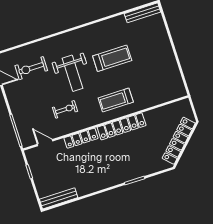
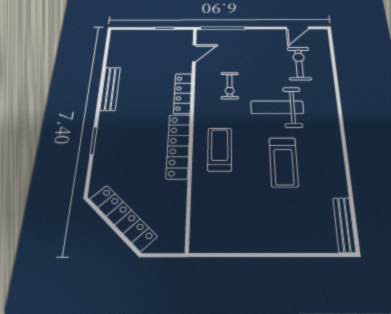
bench: (59, 198) -> (110, 89), moved

